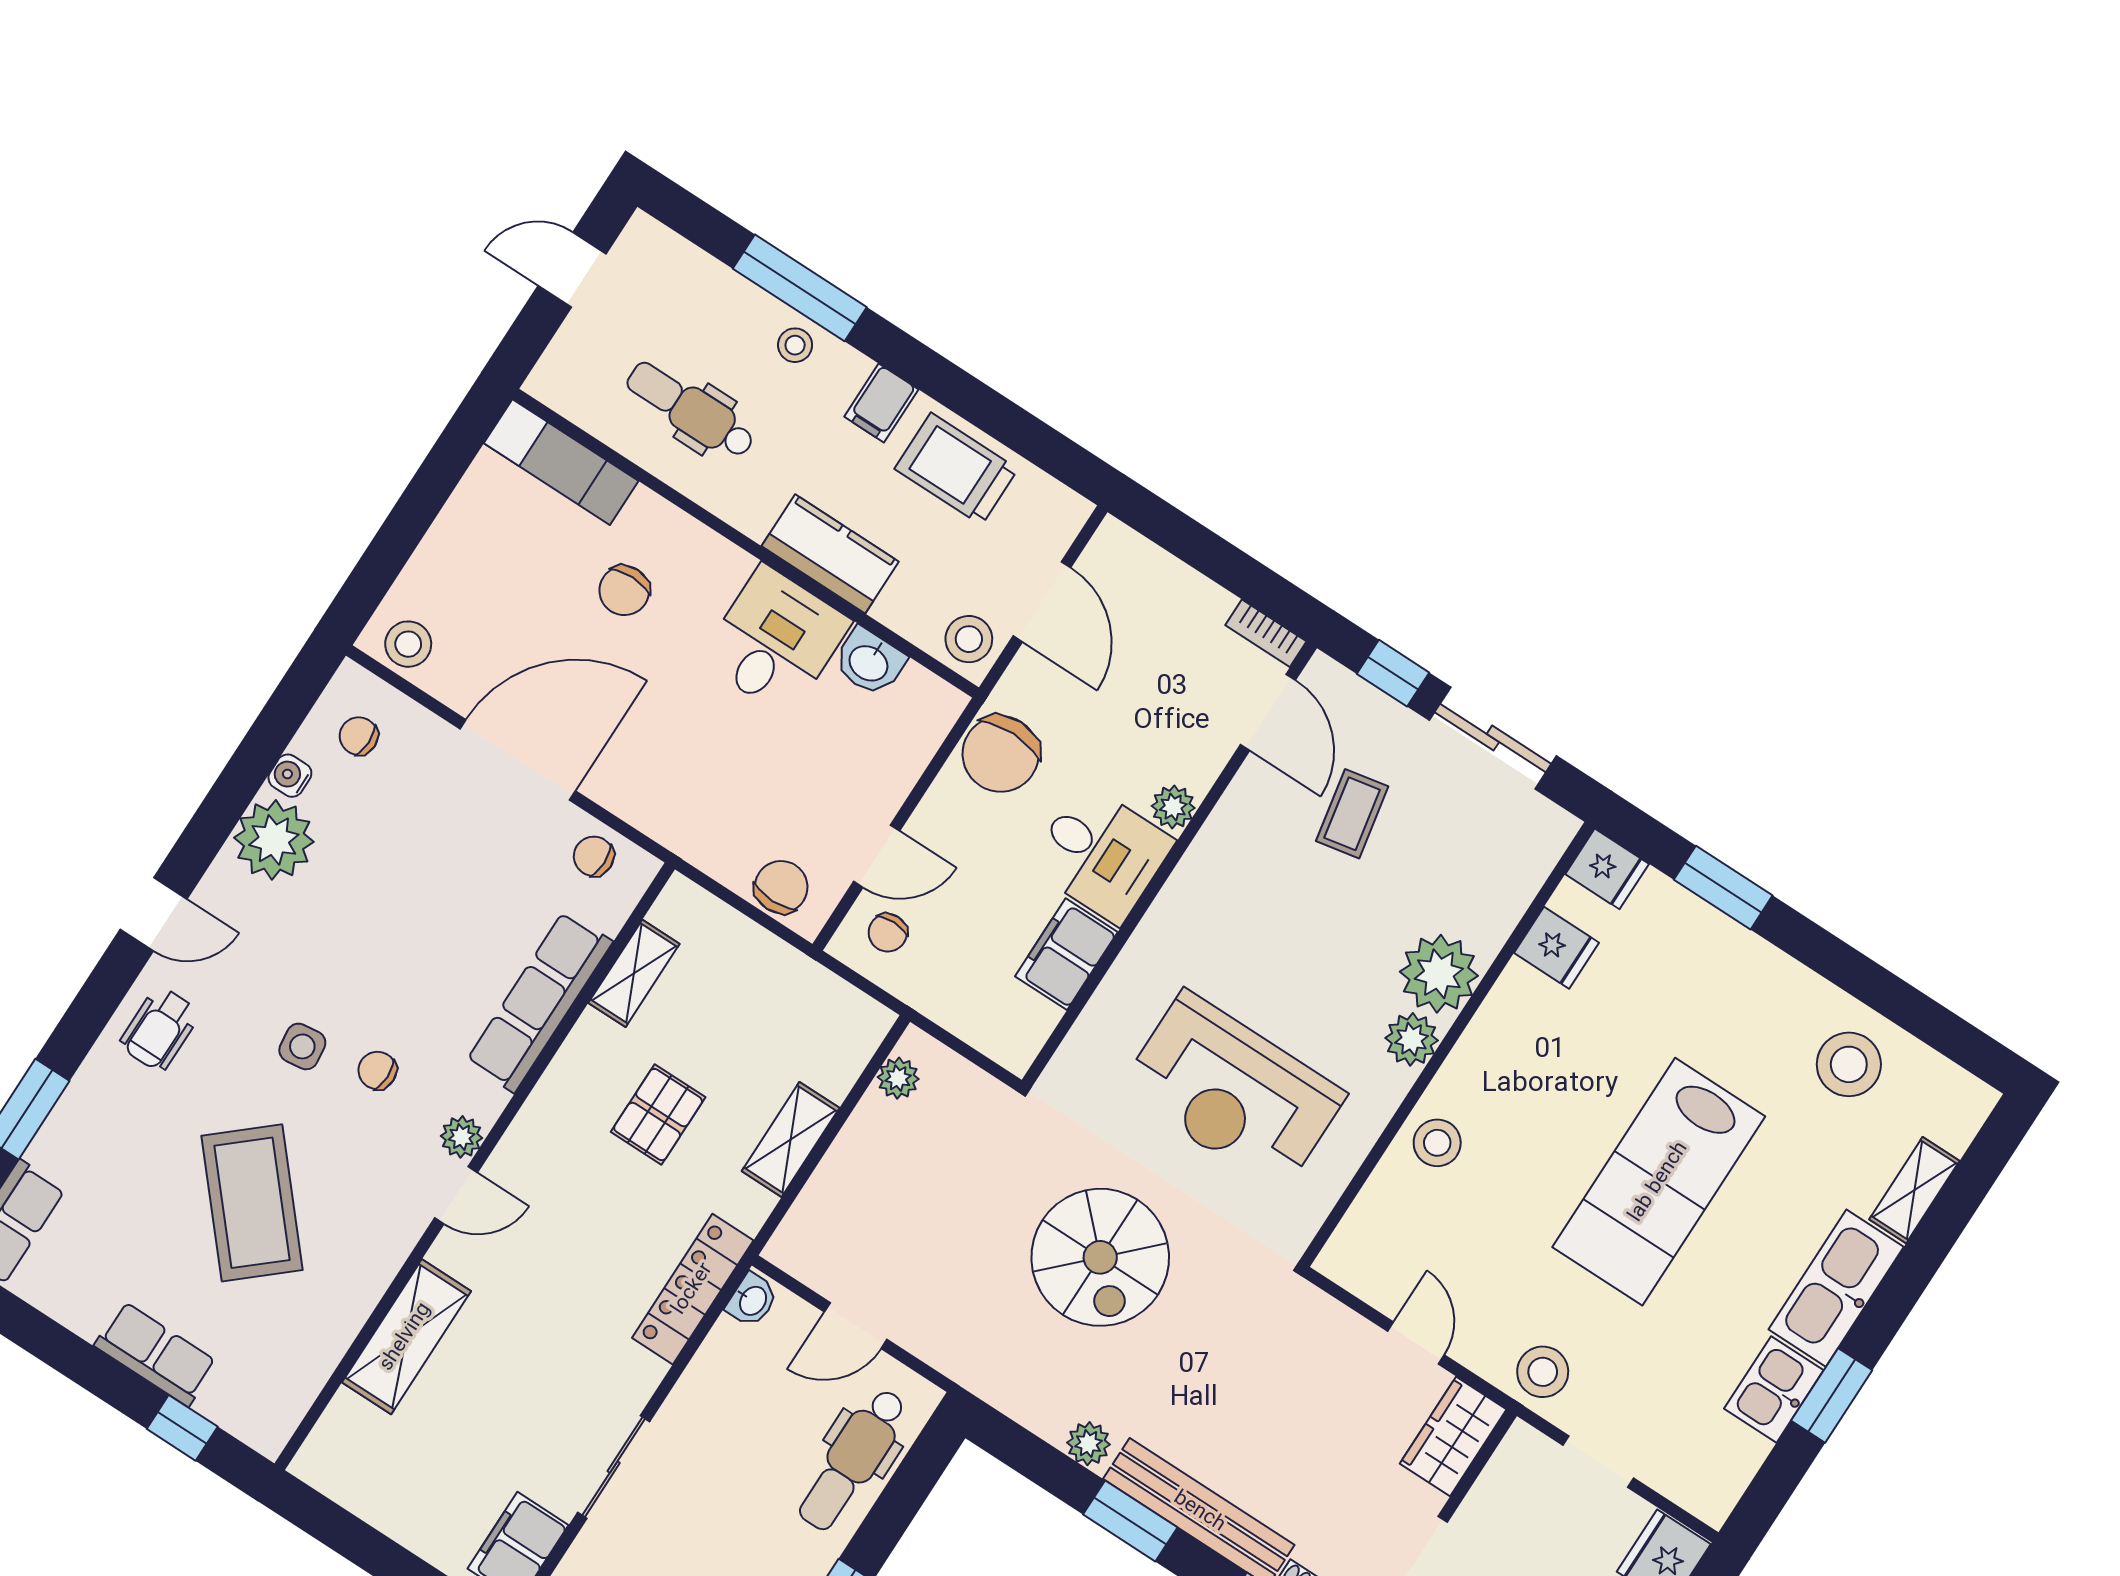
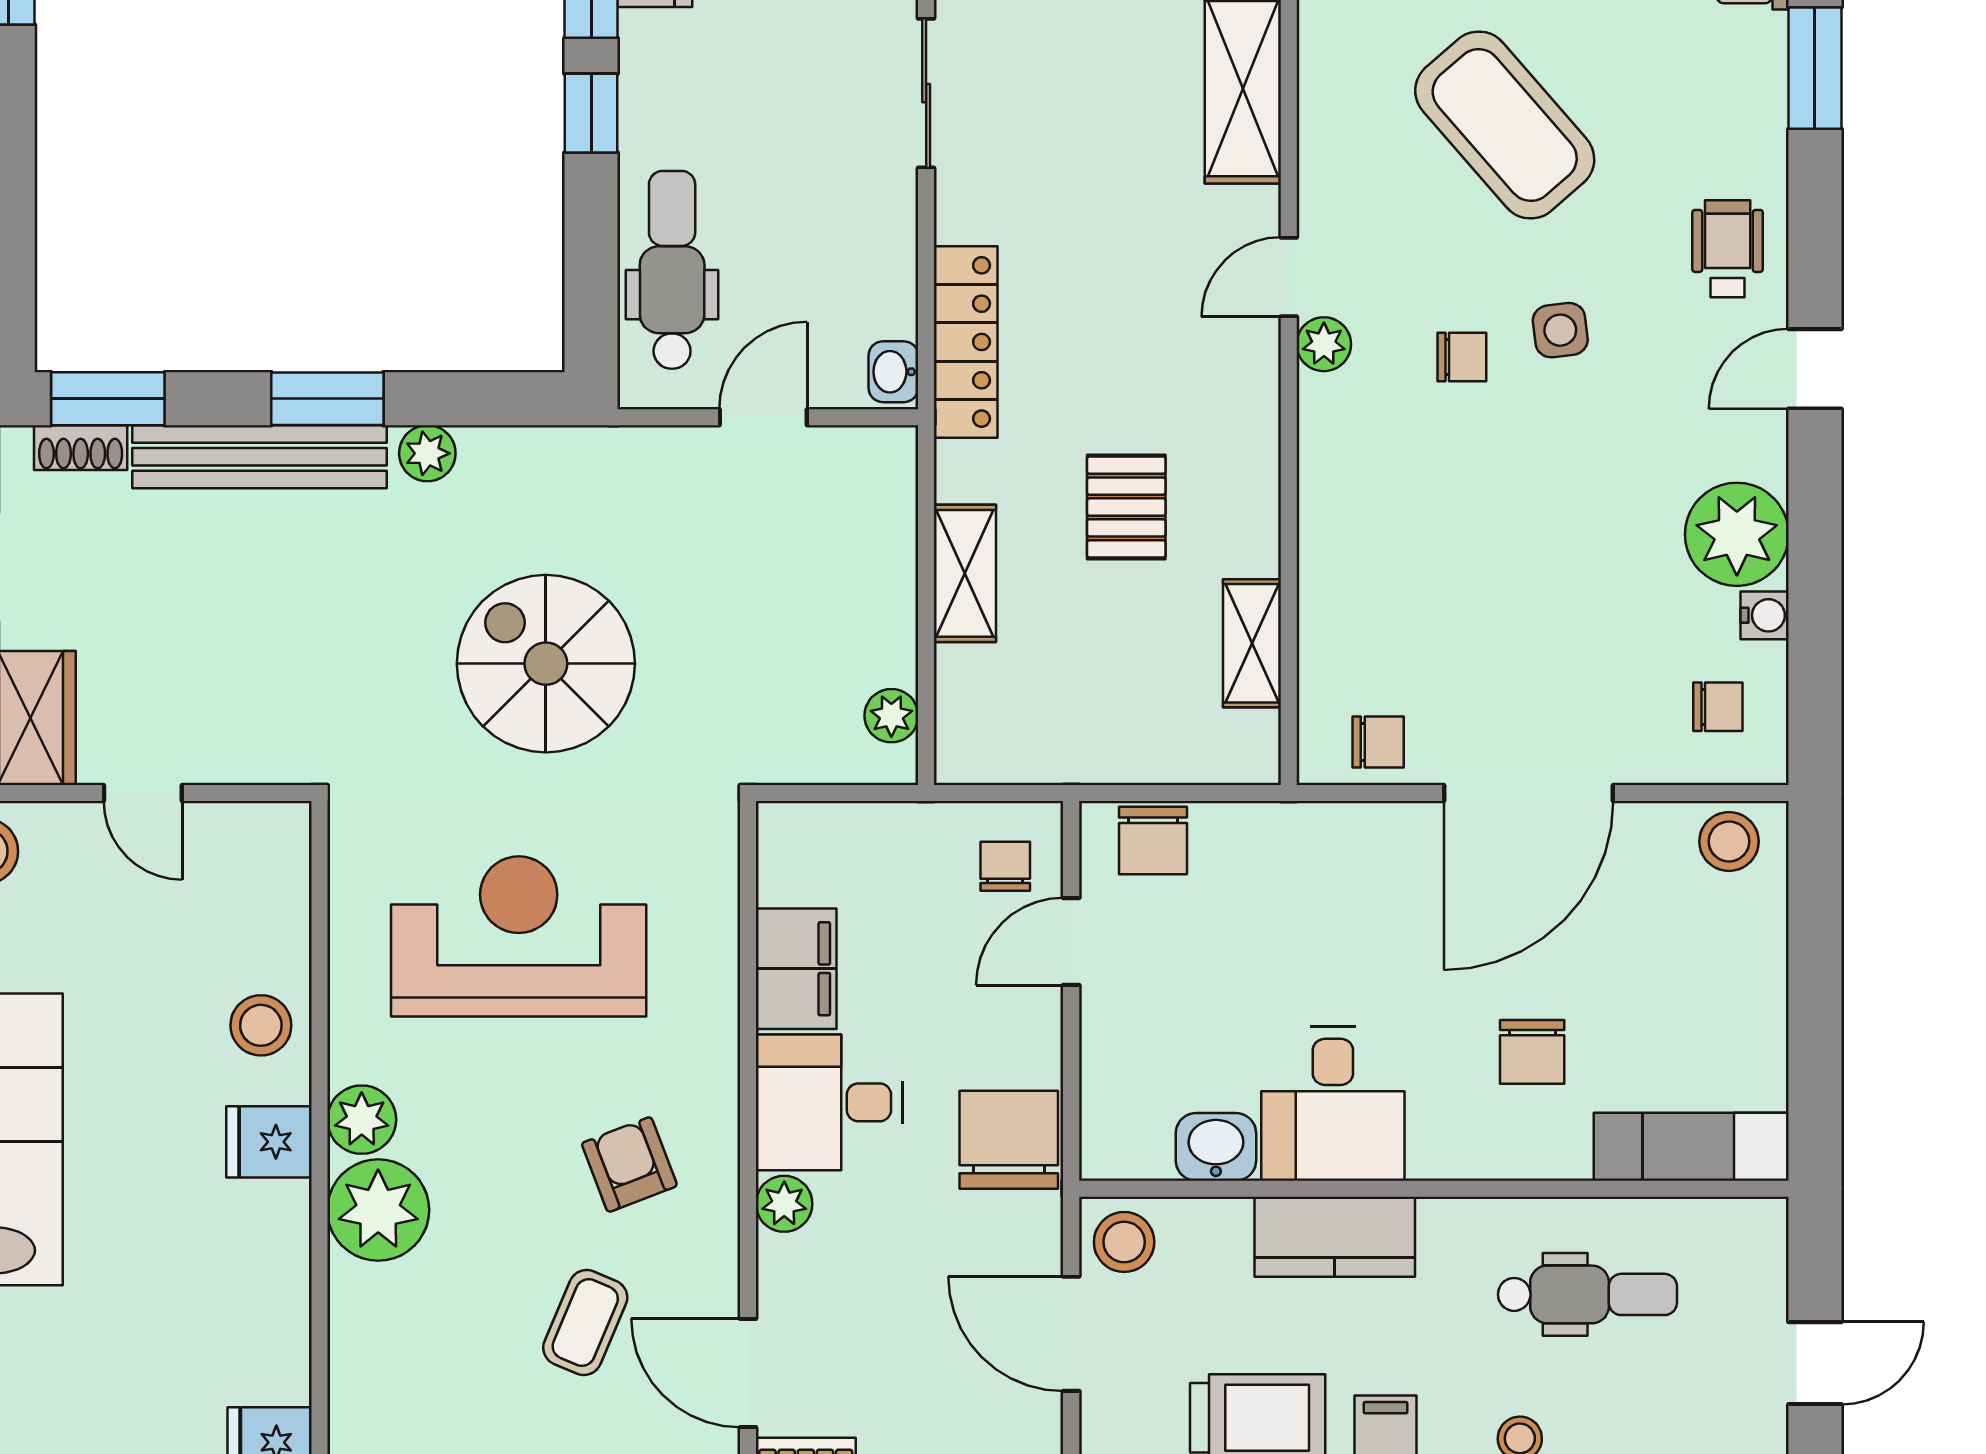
chair: (624, 591) -> (1532, 1052), turned 180
coffee table: (1352, 814) -> (585, 1323), turned 34
armchair: (1257, 898) -> (629, 1164), added
fridge: (1556, 948) -> (269, 1142), moved
row of seats: (539, 1002) -> (1335, 546), removed

